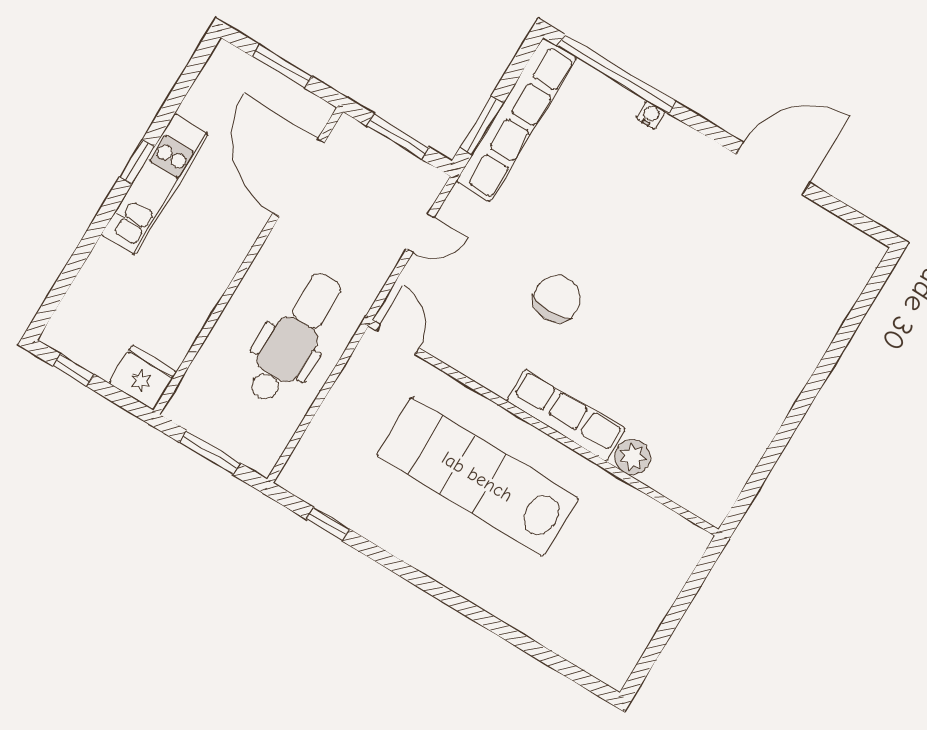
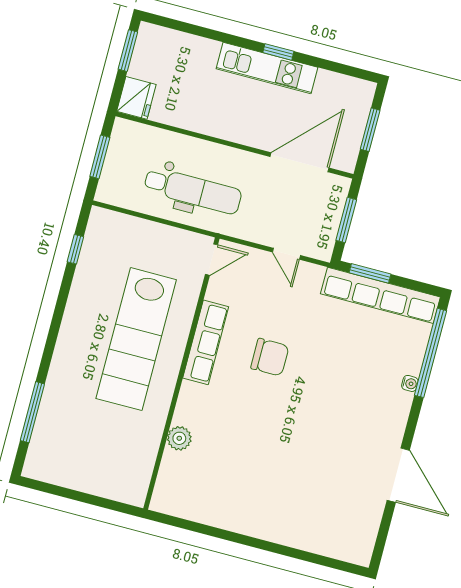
window: (74, 370) -> (128, 51), width x1.50
row of seats: (566, 415) -> (206, 342), moved
lab bench: (477, 477) -> (136, 339), turned 180
window: (536, 650) -> (32, 412), added

